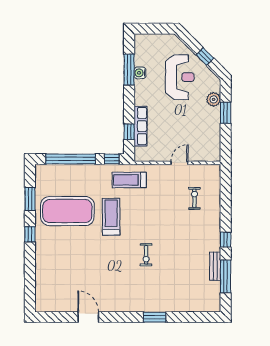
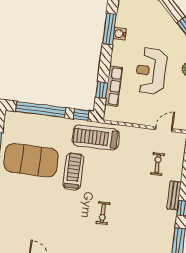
reception desk: (180, 77) -> (151, 71), moved, turned 180
door: (179, 163) -> (164, 129), moved
treadmill: (129, 180) -> (96, 137), width x1.37, depth x1.38
bench: (215, 266) -> (174, 195), moved

